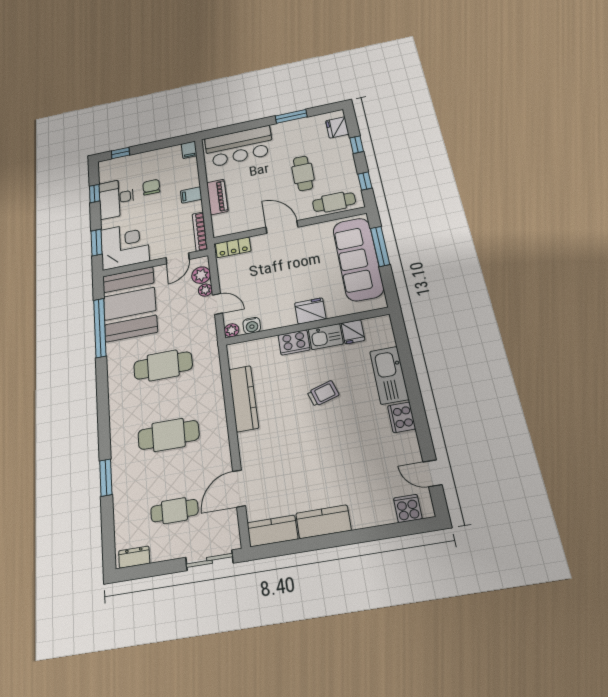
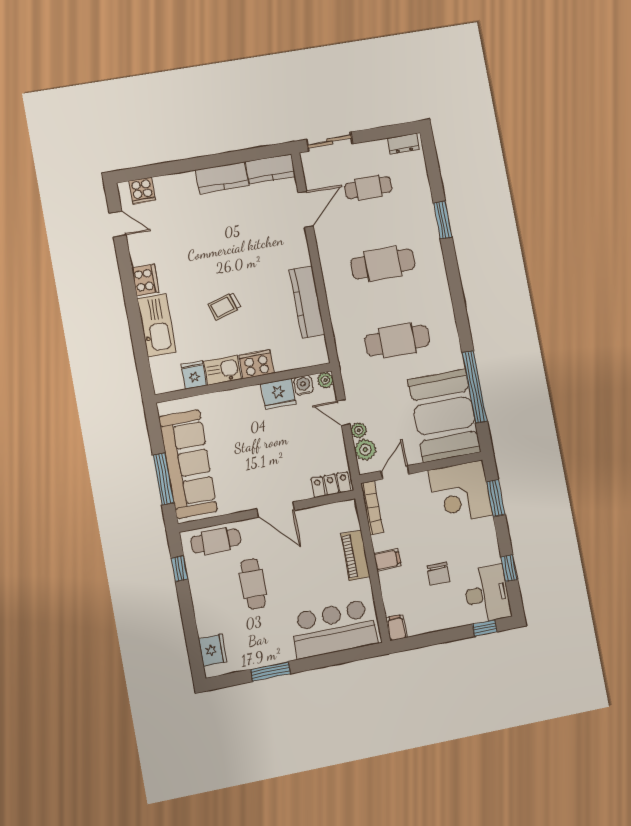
window: (357, 145) -> (189, 622), removed
desk: (116, 198) -> (487, 594), moved
fridge: (310, 311) -> (278, 394), moved

